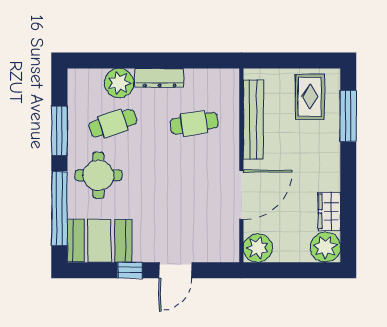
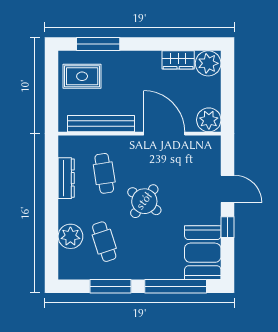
dresser: (160, 78) -> (66, 178), moved
round table: (98, 175) -> (144, 201), moved, turned 37

